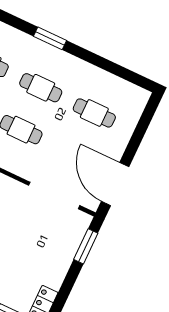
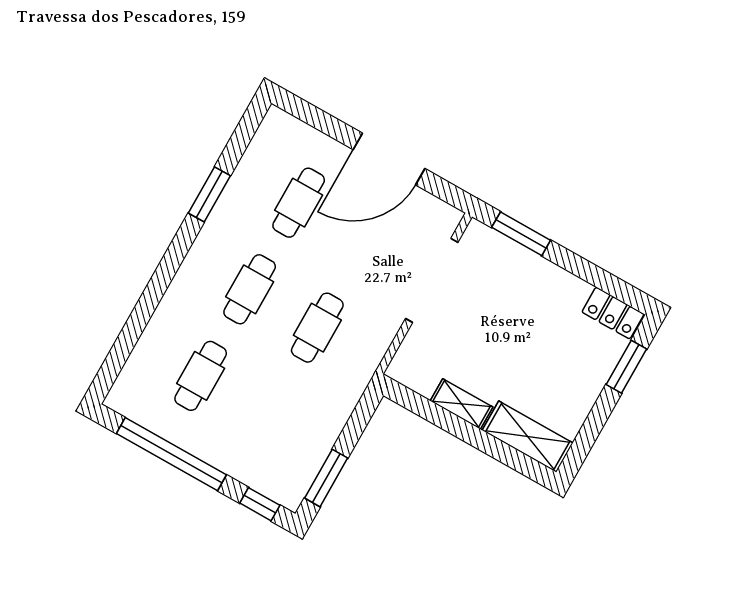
window: (50, 38) -> (209, 194), moved
door: (115, 184) -> (389, 159), moved

